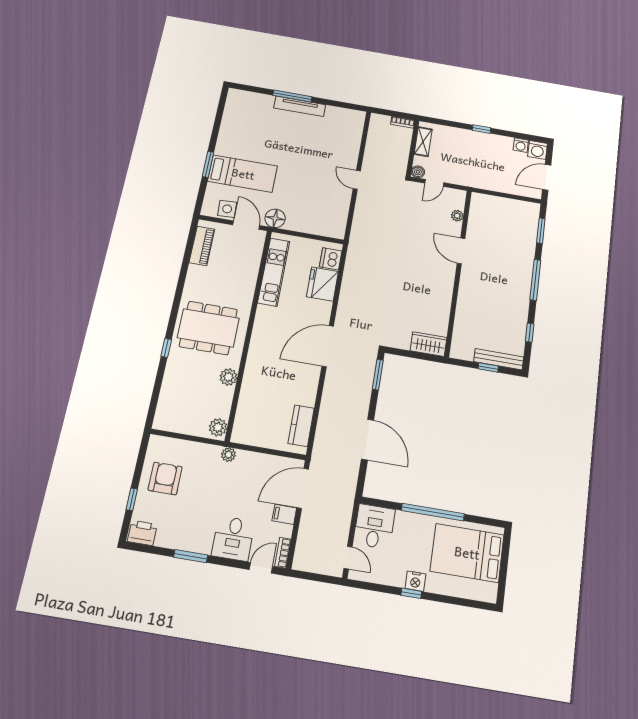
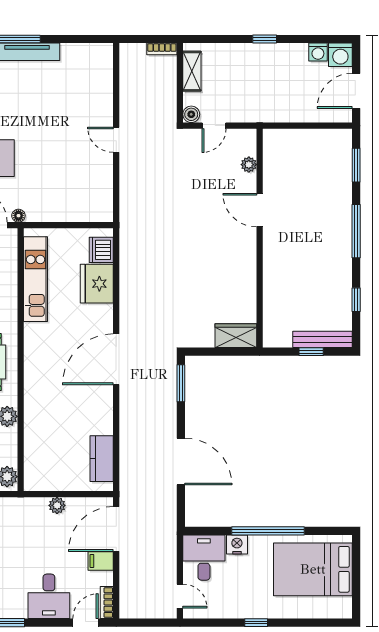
floor lamp: (275, 218) -> (18, 216), width x0.53, depth x0.53
plant: (228, 455) -> (57, 505), moved
nightstand: (415, 581) -> (237, 545), moved, turned 180

